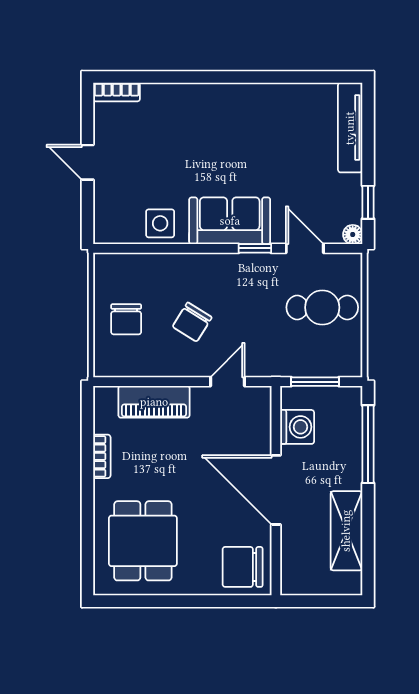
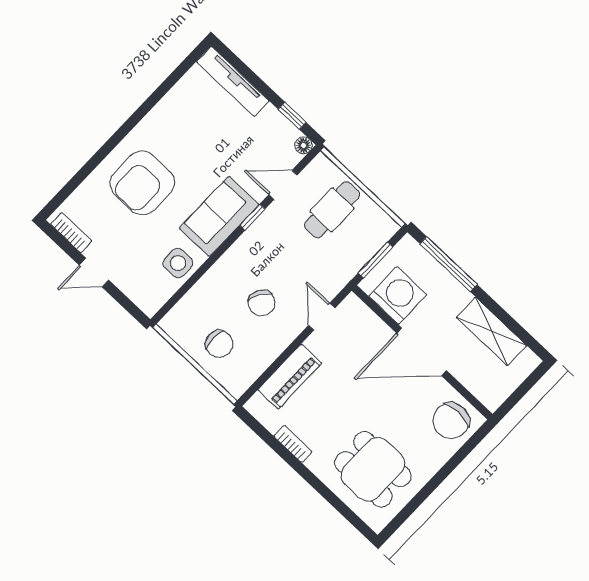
bookcase: (117, 92) -> (71, 233), moved, turned -90
armchair: (198, 132) -> (142, 183), added
washing machine: (297, 427) -> (398, 295), width x1.37, depth x1.37

